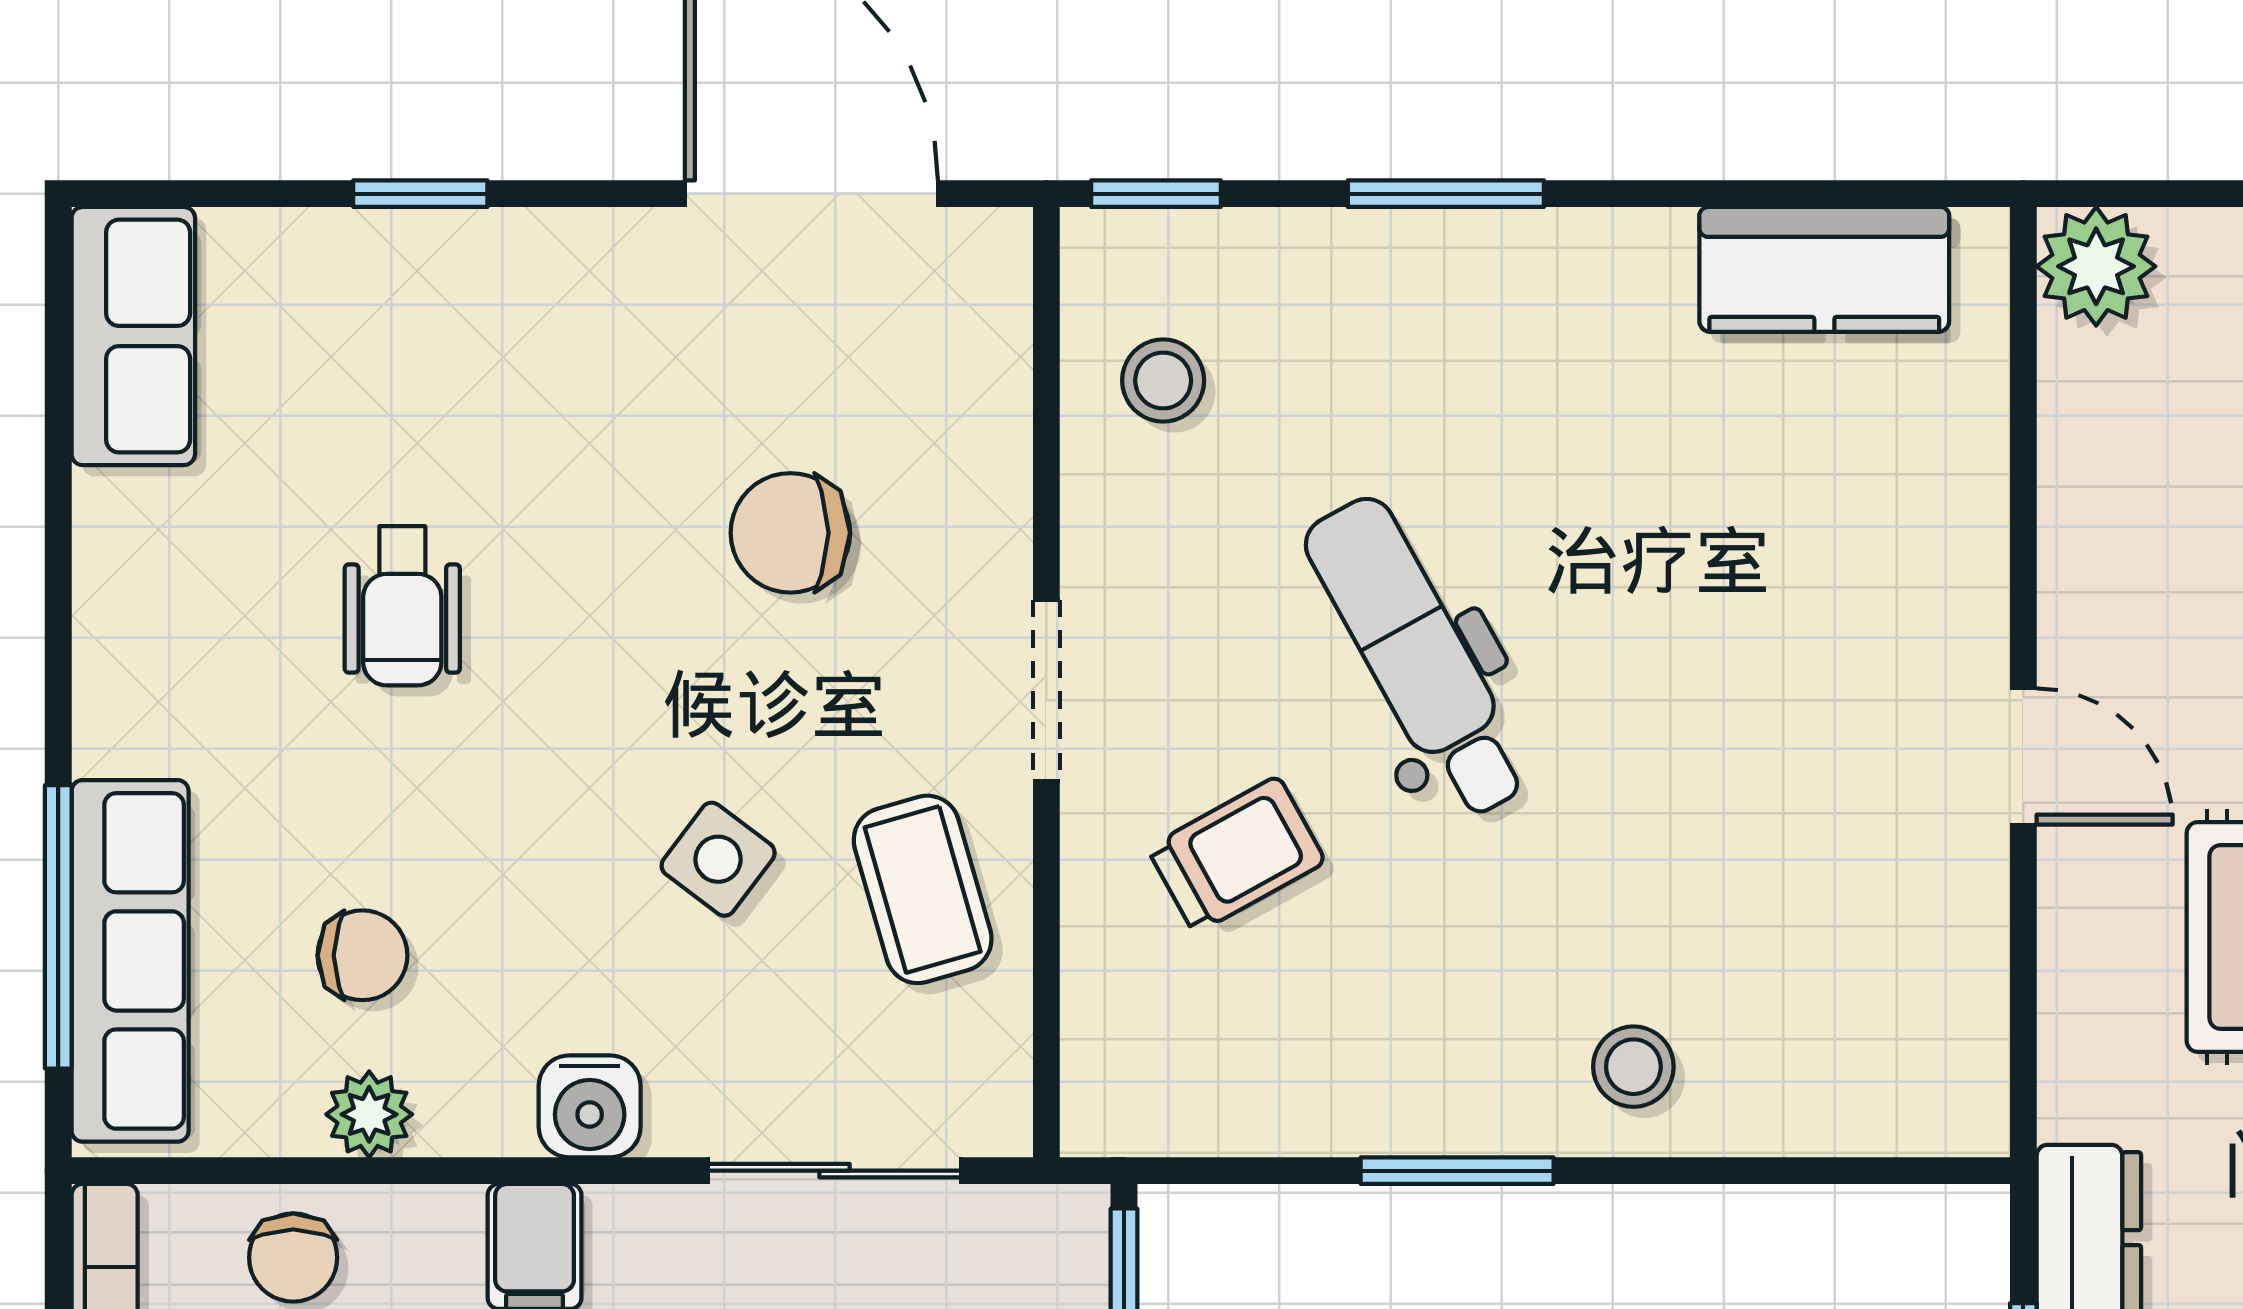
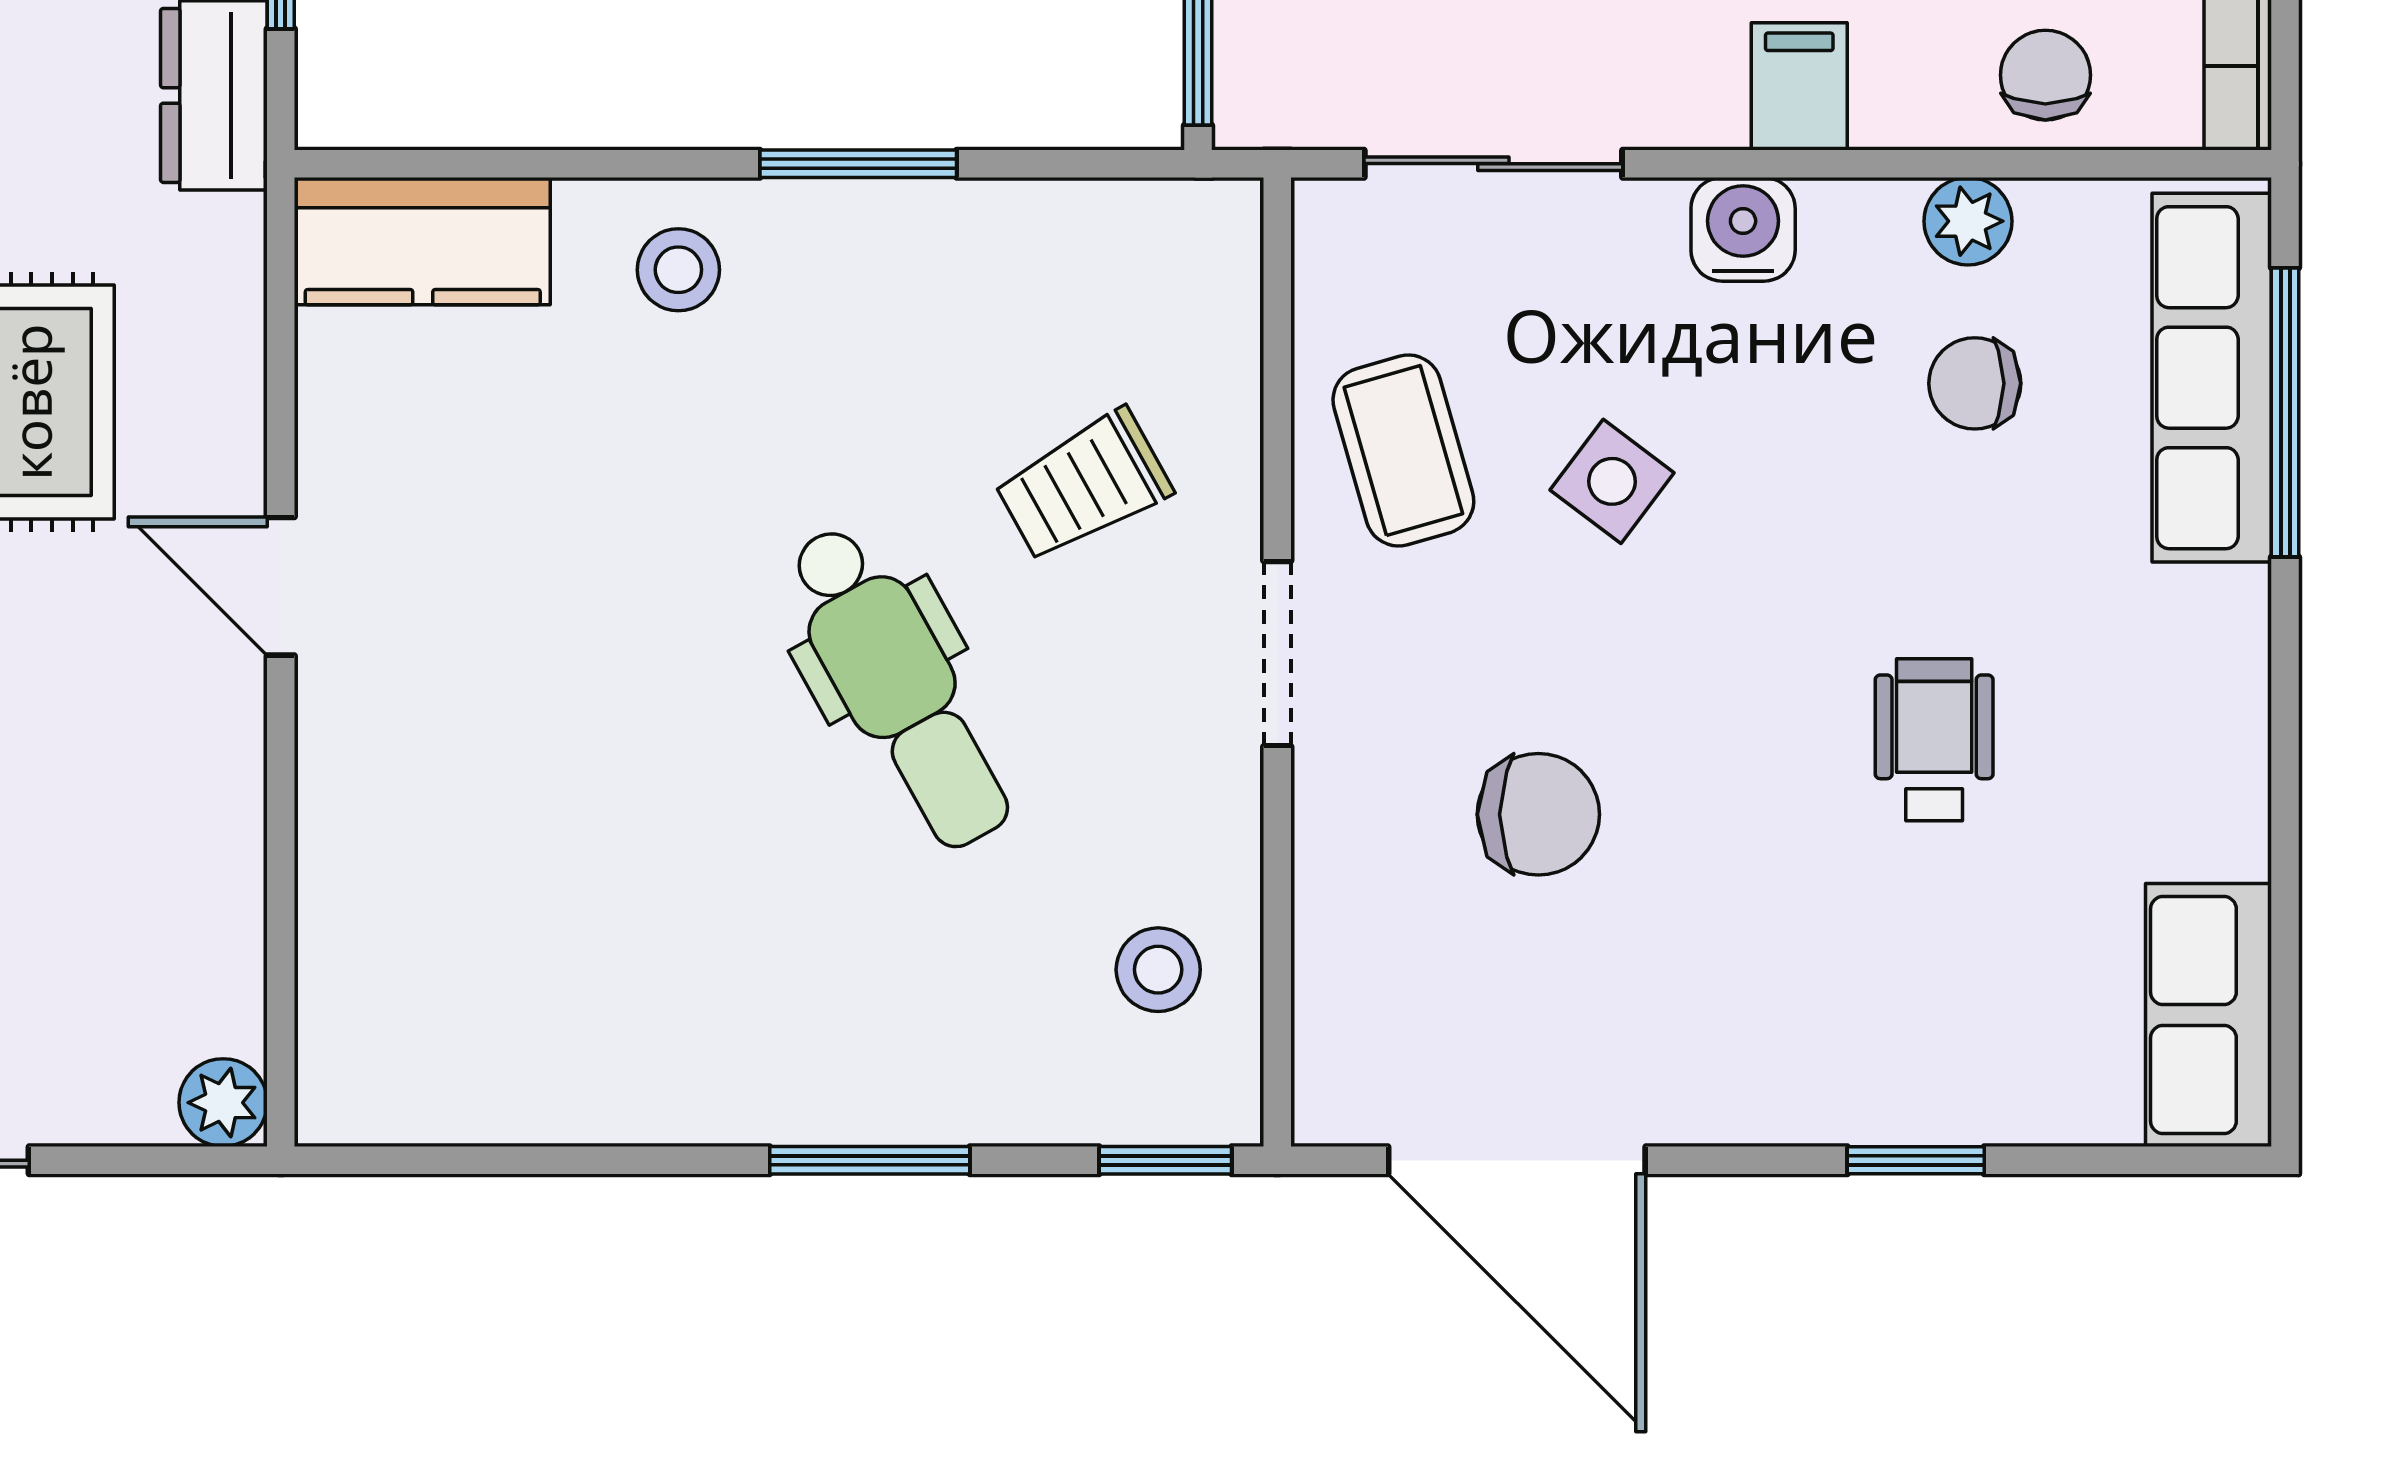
plant: (2096, 266) -> (223, 1103), width x0.73, depth x0.73
kitchen counter: (1824, 269) -> (423, 241), moved, turned 180

